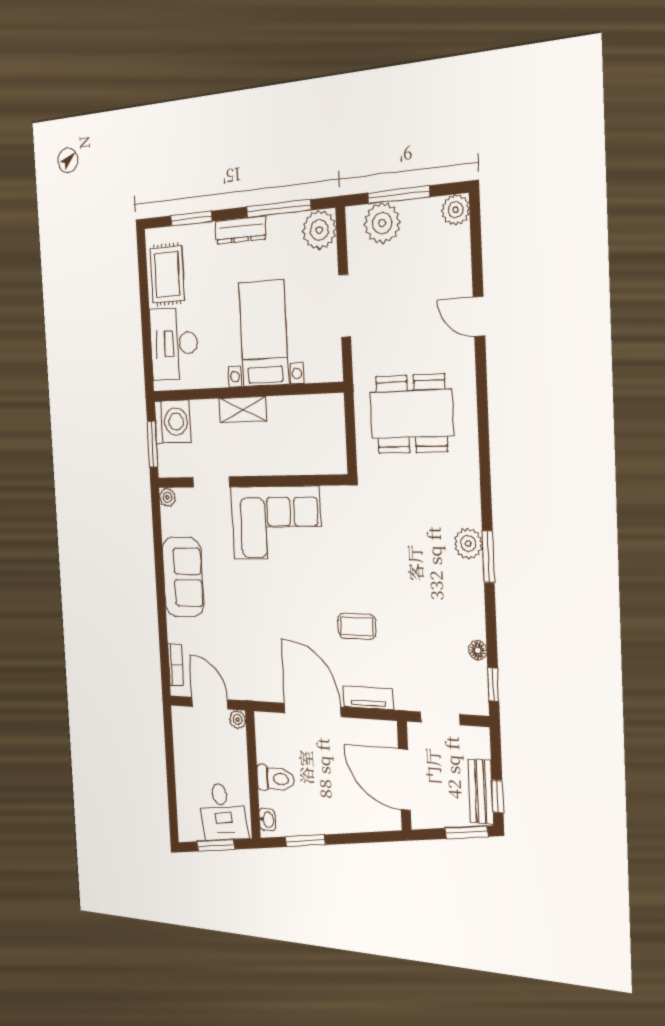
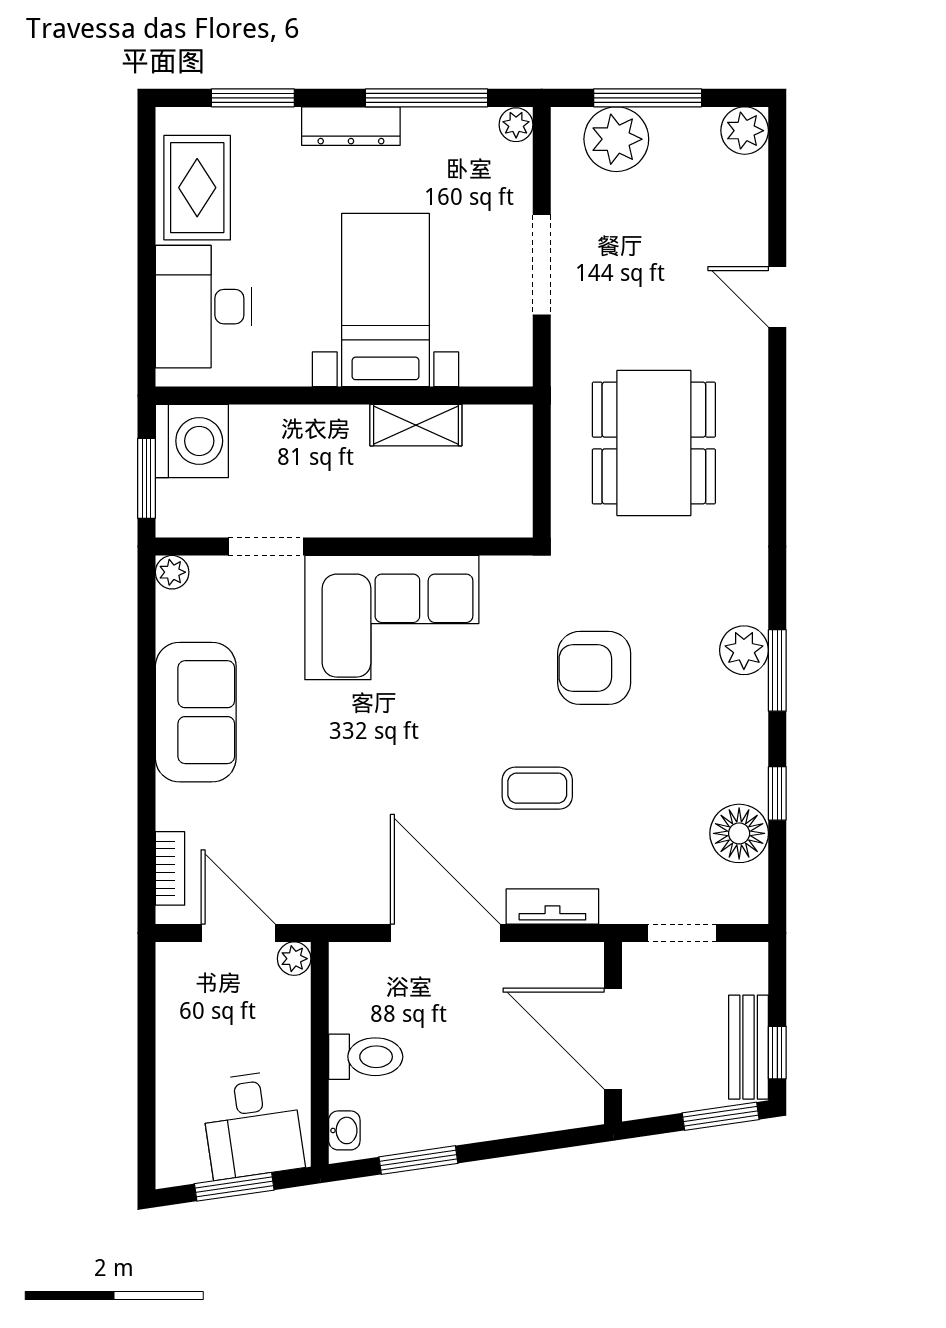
plant: (319, 230) -> (516, 125), width x0.53, depth x0.53
shelving: (243, 410) -> (416, 425), moved
dining table: (411, 414) -> (654, 443), turned 90
armchair: (384, 554) -> (594, 668), added
floor lamp: (478, 650) -> (739, 833), width x1.89, depth x1.89
window: (493, 684) -> (777, 793), moved

